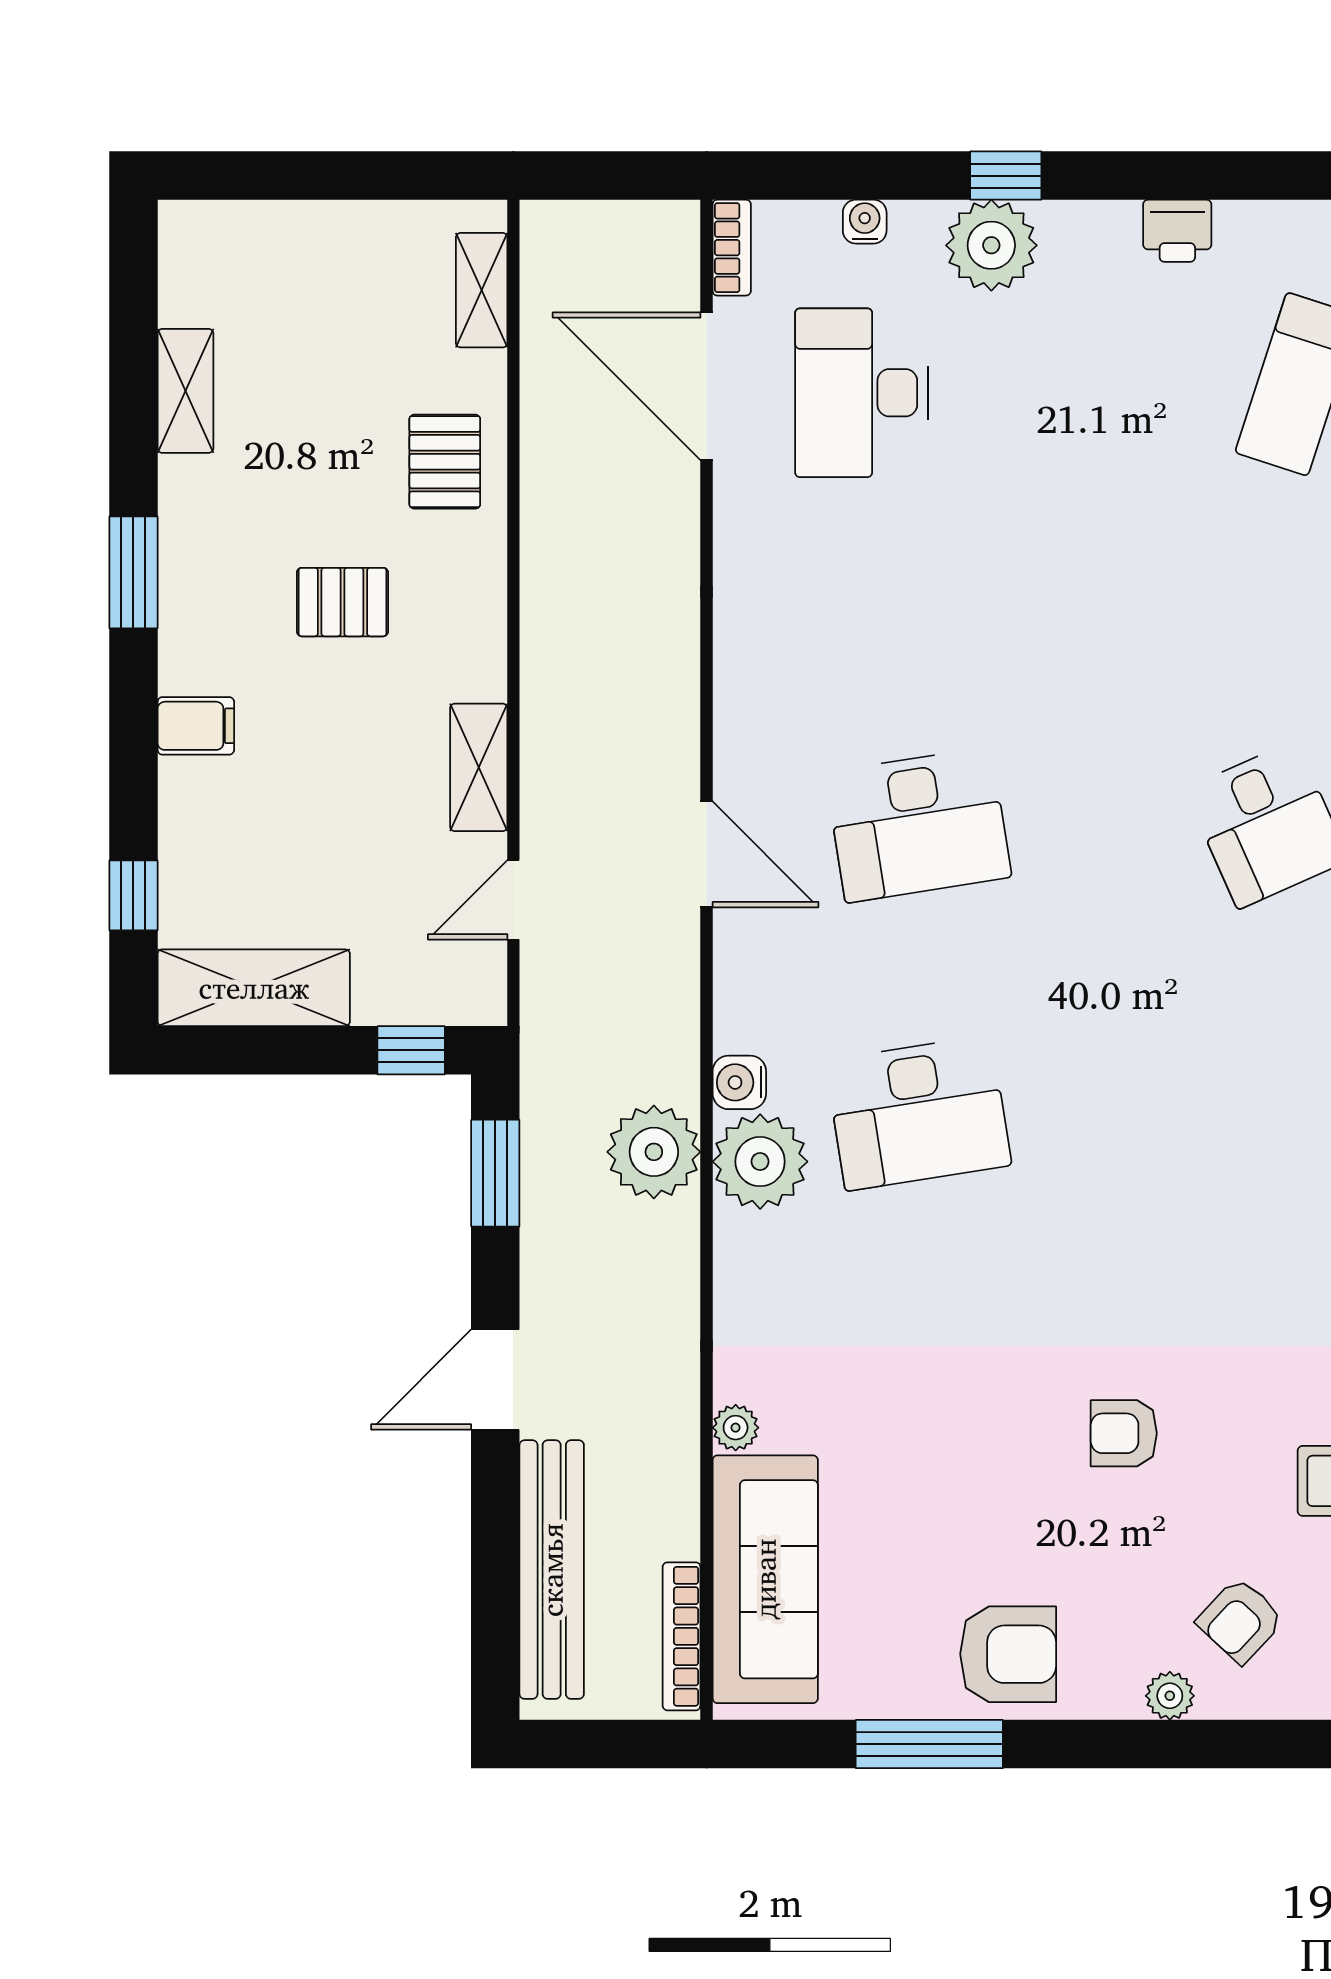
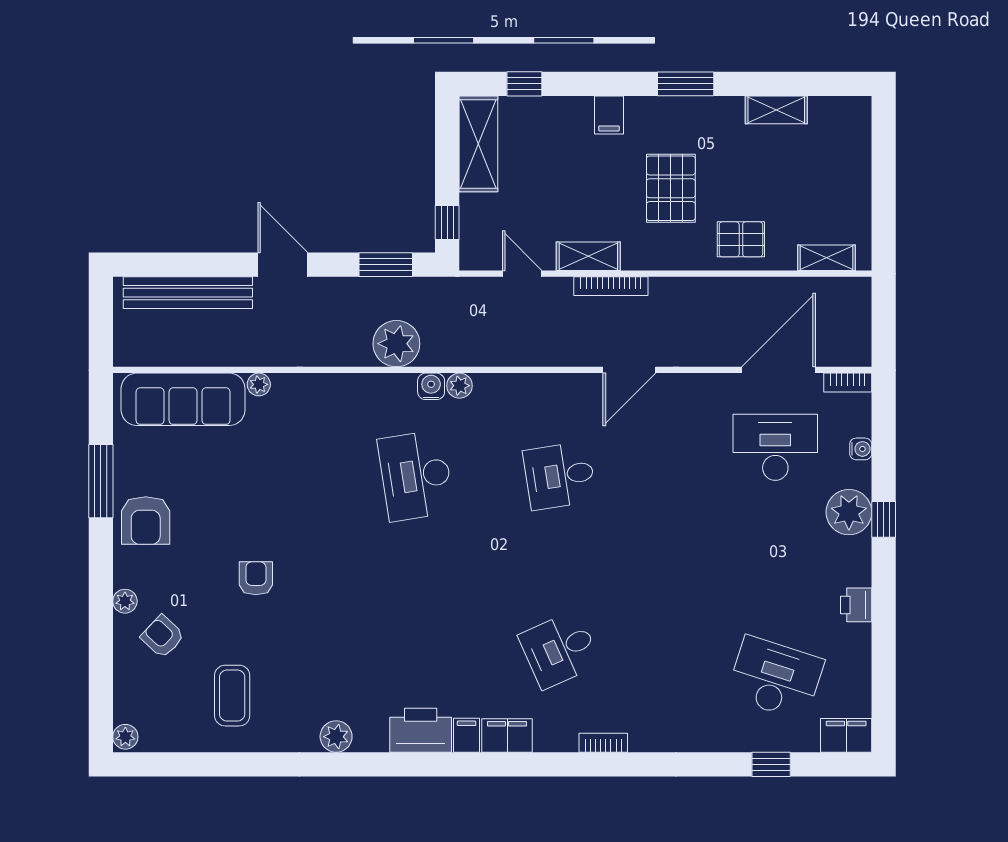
pallet: (342, 602) -> (671, 188), width x1.50, depth x1.42
desk: (918, 825) -> (560, 476), width x0.73
door: (707, 854) -> (629, 370), moved
plant: (760, 1162) -> (459, 386), moved, width x0.53, depth x0.53
bookcase: (682, 1636) -> (611, 286), moved, turned 180

